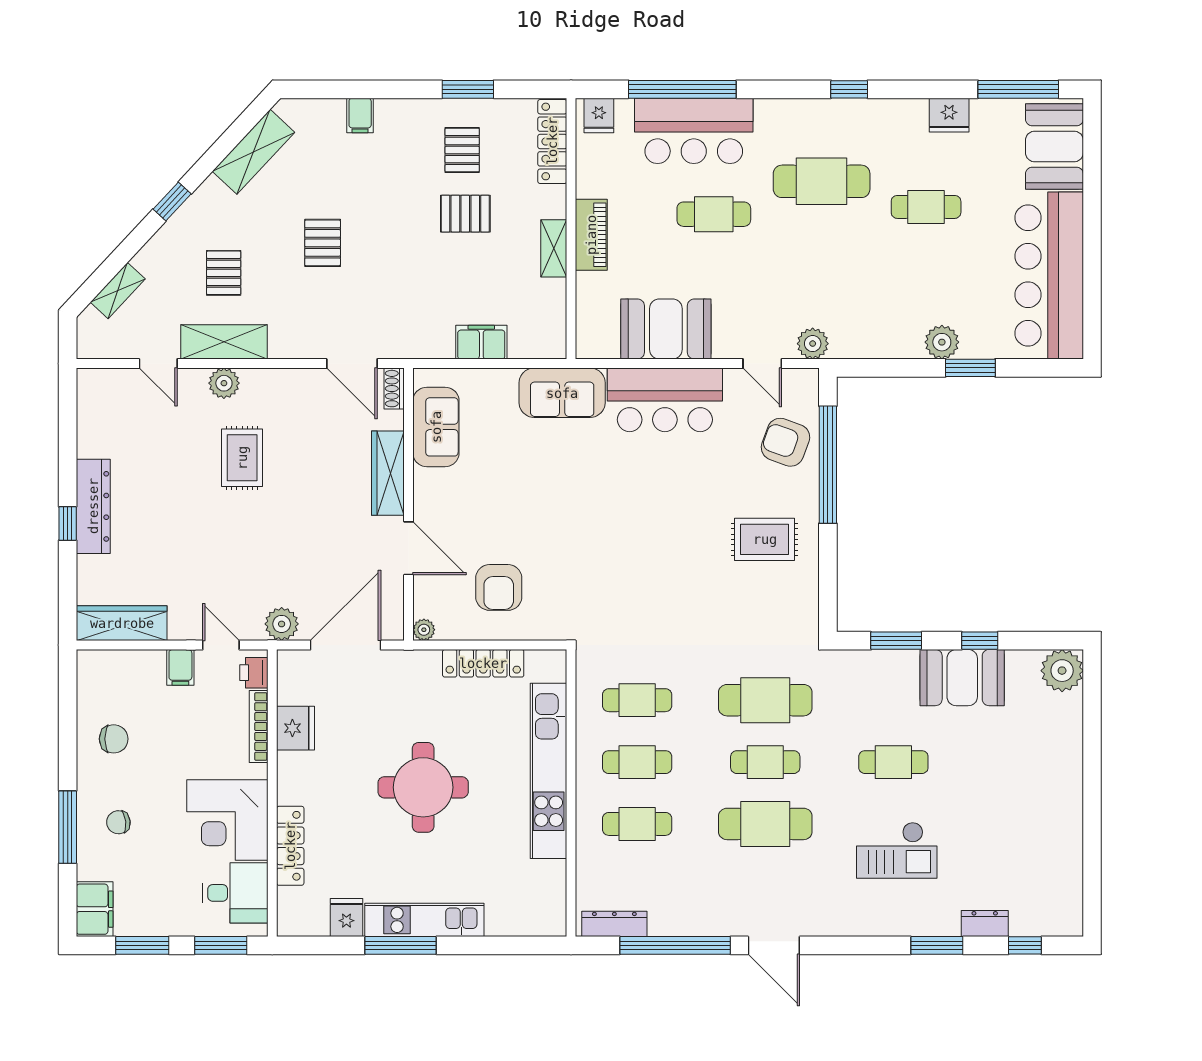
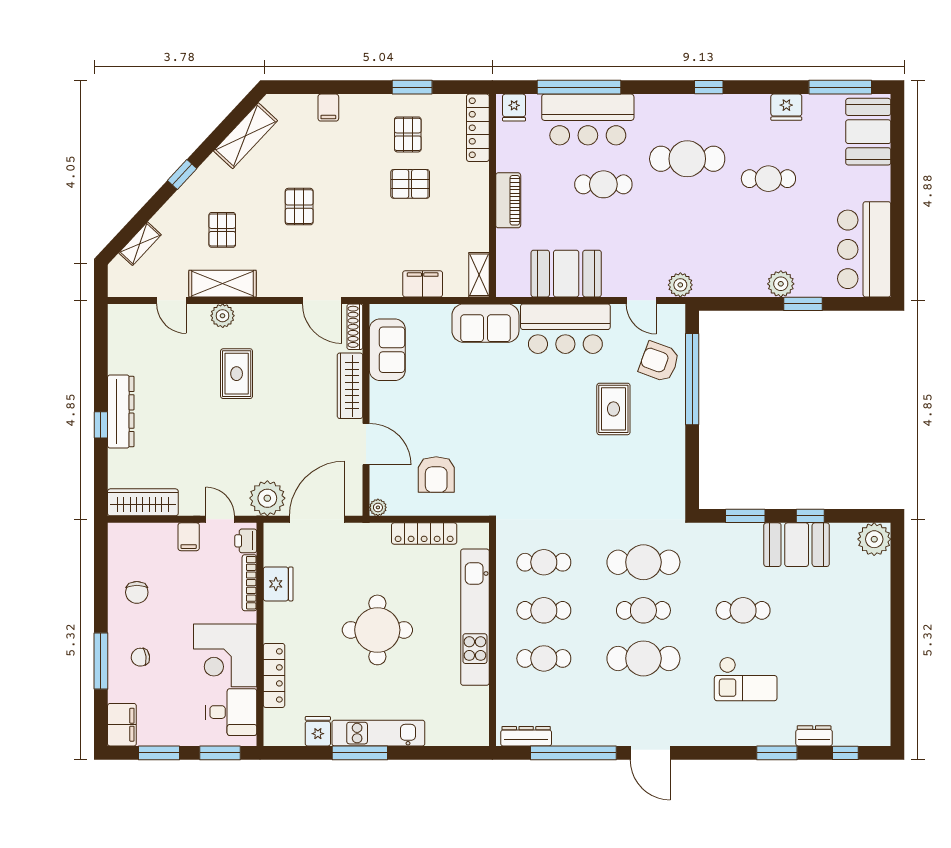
shelving: (554, 248) -> (479, 275), moved
bar counter: (1049, 275) -> (864, 249), width x0.73
shoe rack: (394, 389) -> (355, 327), width x1.43
rug: (765, 539) -> (613, 409), moved, turned 90
plant: (282, 624) -> (267, 498), width x1.36, depth x1.36
chair: (114, 739) -> (137, 592), turned 90

